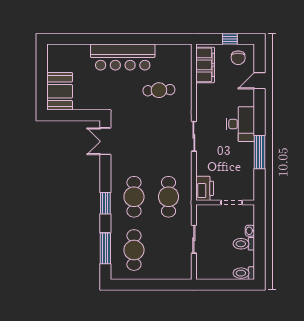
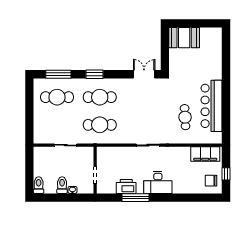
bar counter: (123, 57) -> (212, 106), moved
door: (259, 81) -> (193, 198), removed
printer: (205, 188) -> (126, 186), moved, turned 180

